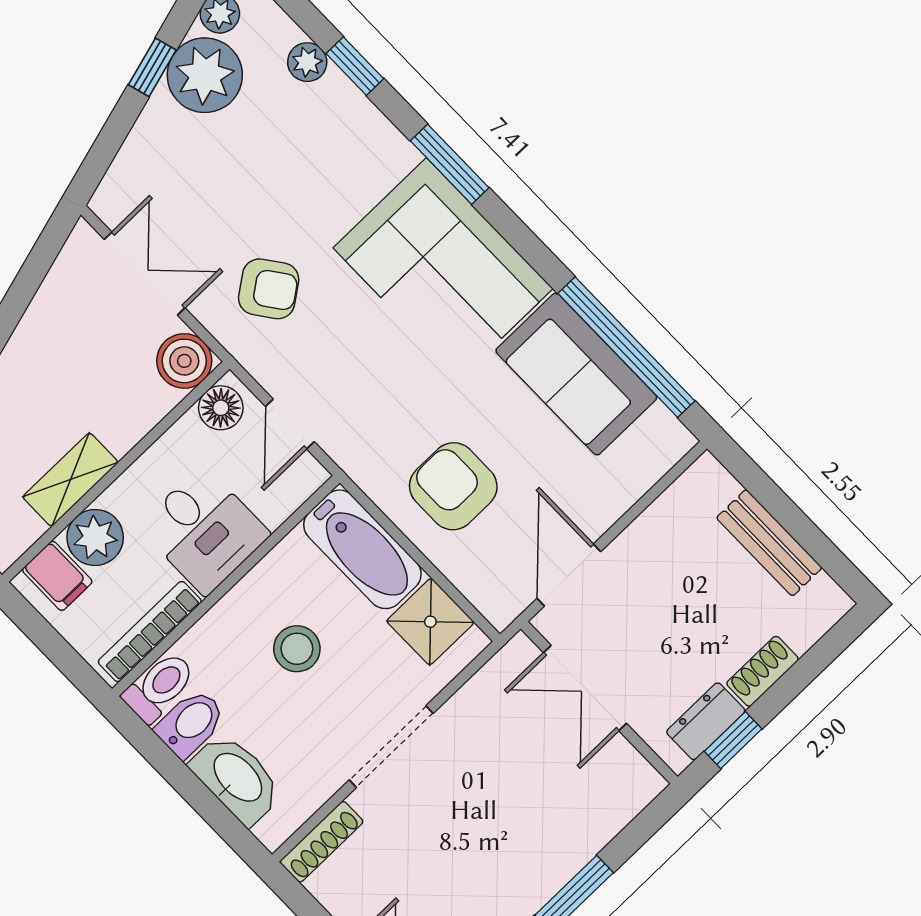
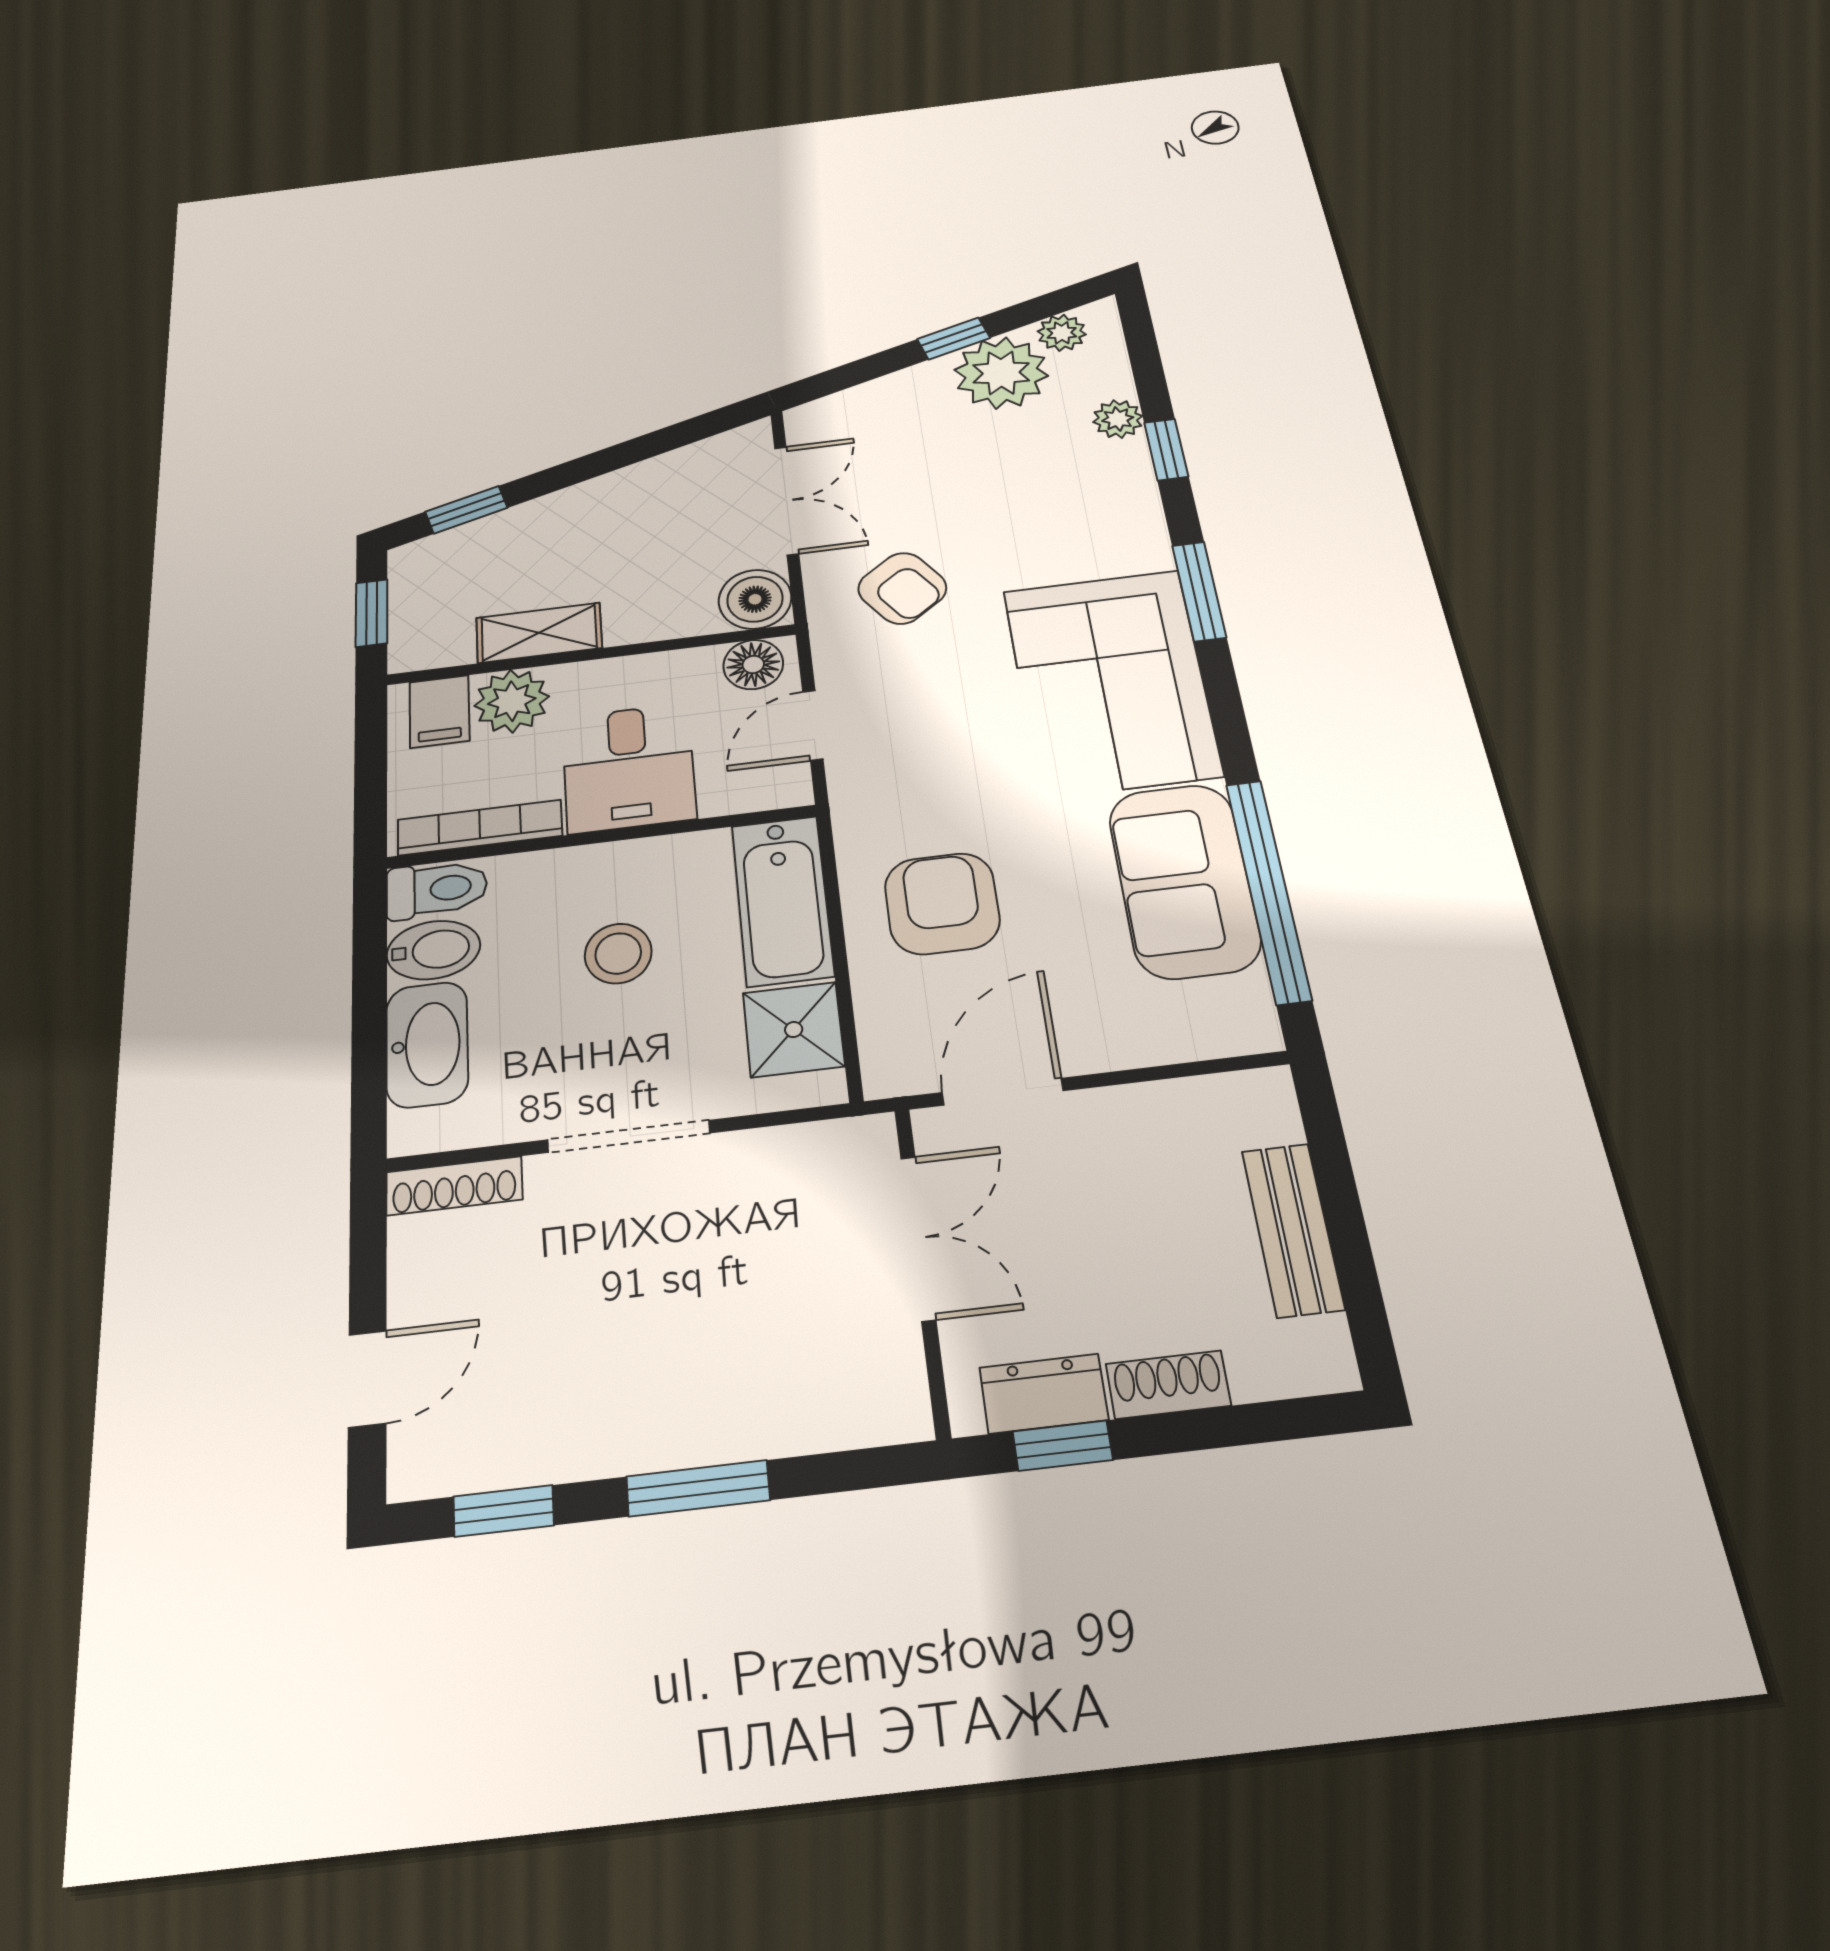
double door: (585, 688) -> (918, 1238), swing flipped

